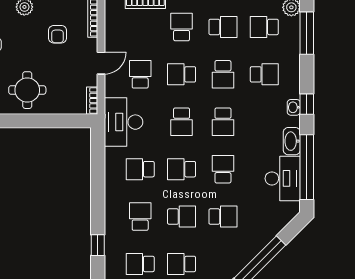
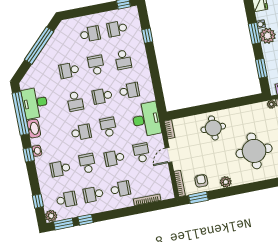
school desk: (182, 27) -> (120, 189), turned -90
window: (307, 33) -> (38, 201), width x0.46
armchair: (58, 34) -> (201, 181), moved
school desk: (140, 74) -> (141, 153), turned 180
school desk: (182, 74) -> (114, 158), turned 180
school desk: (223, 122) -> (81, 132), turned 90
school desk: (182, 169) -> (102, 96), turned 180
school desk: (182, 217) -> (96, 65), turned 90
school desk: (140, 264) -> (117, 29), turned 180

